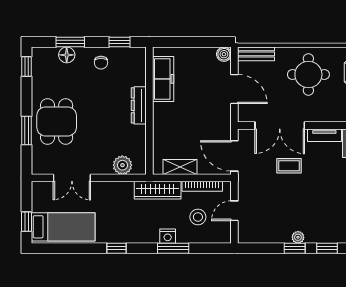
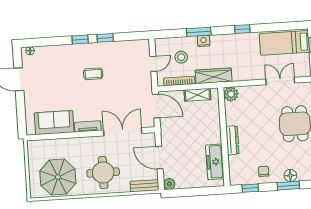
plant: (122, 165) -> (231, 94), moved
coffee table: (289, 166) -> (93, 74), moved
plant: (298, 237) -> (103, 47), removed

